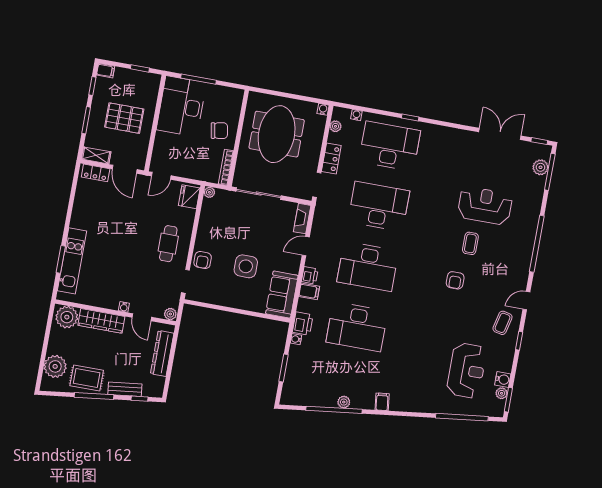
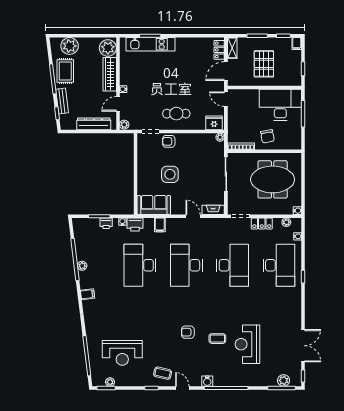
reception desk: (485, 206) -> (247, 344), turned 180
printer: (310, 275) -> (106, 223), moved
water cooler: (503, 379) -> (207, 381), moved

